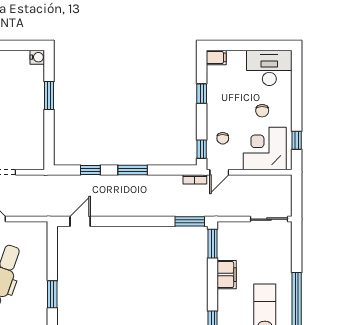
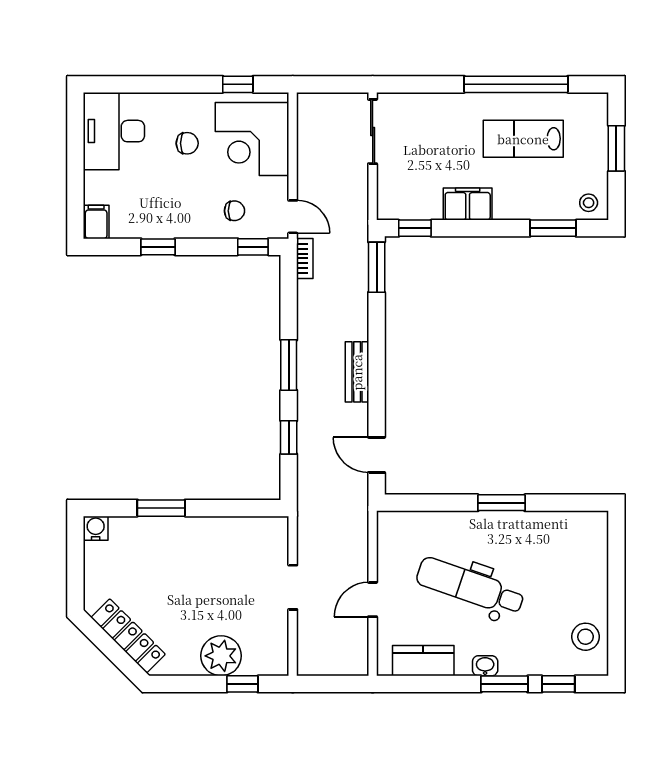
bench: (129, 210) -> (357, 372), added
window: (213, 244) -> (415, 228), width x0.67

